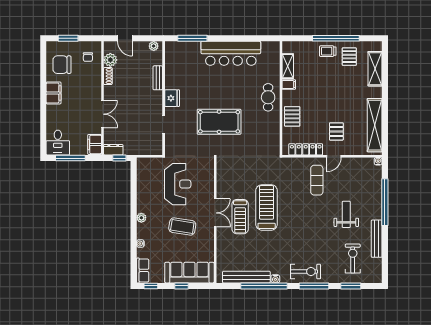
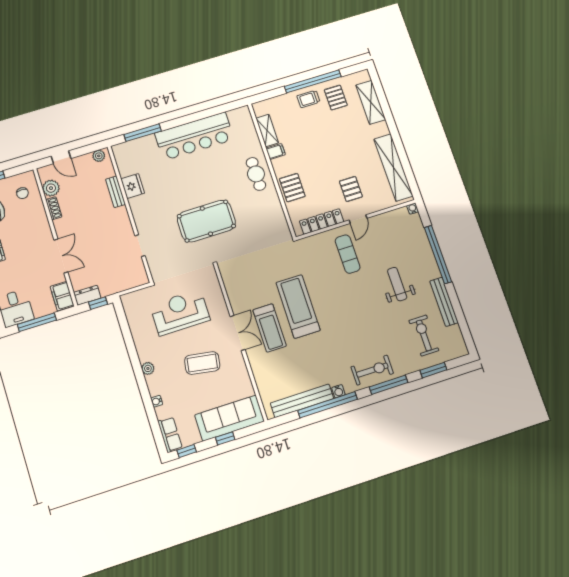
fridge: (172, 98) -> (133, 186), moved
reception desk: (178, 184) -> (180, 312), turned -90

